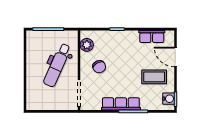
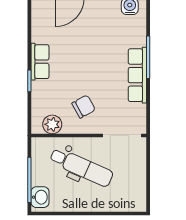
washbasin: (36, 36) -> (40, 197), added
row of seats: (152, 36) -> (40, 62), moved
coffee table: (154, 77) -> (98, 27), removed

